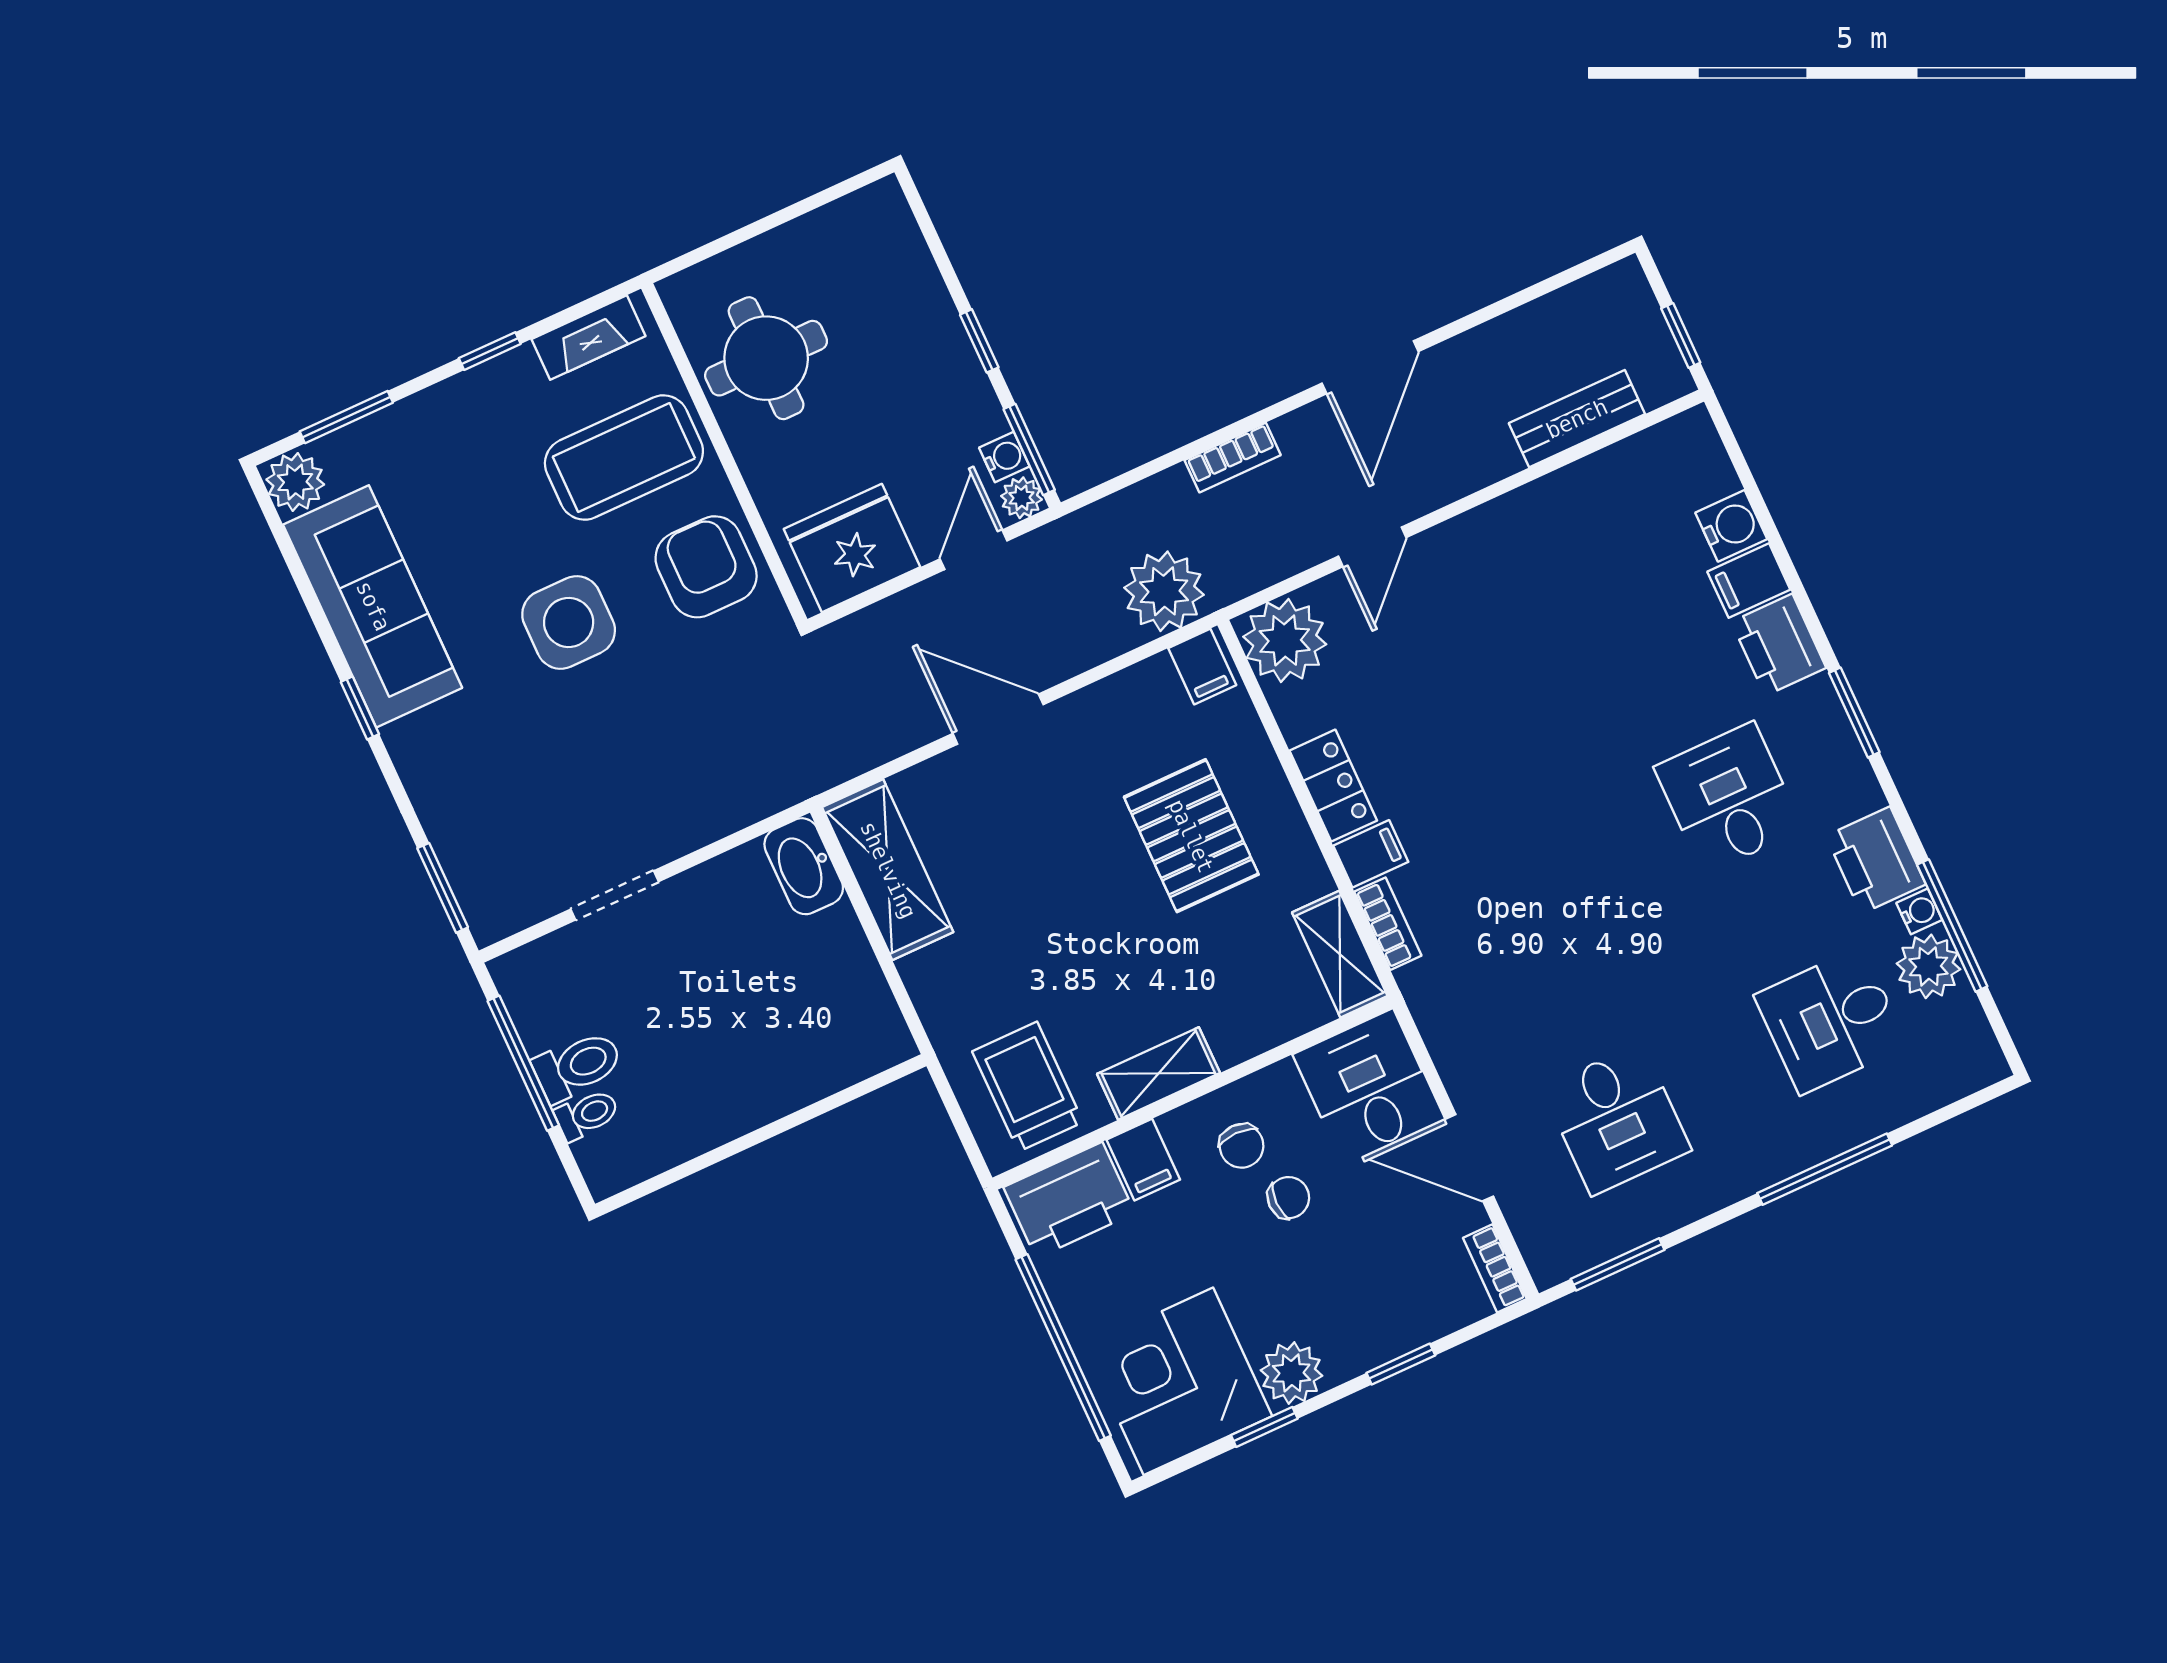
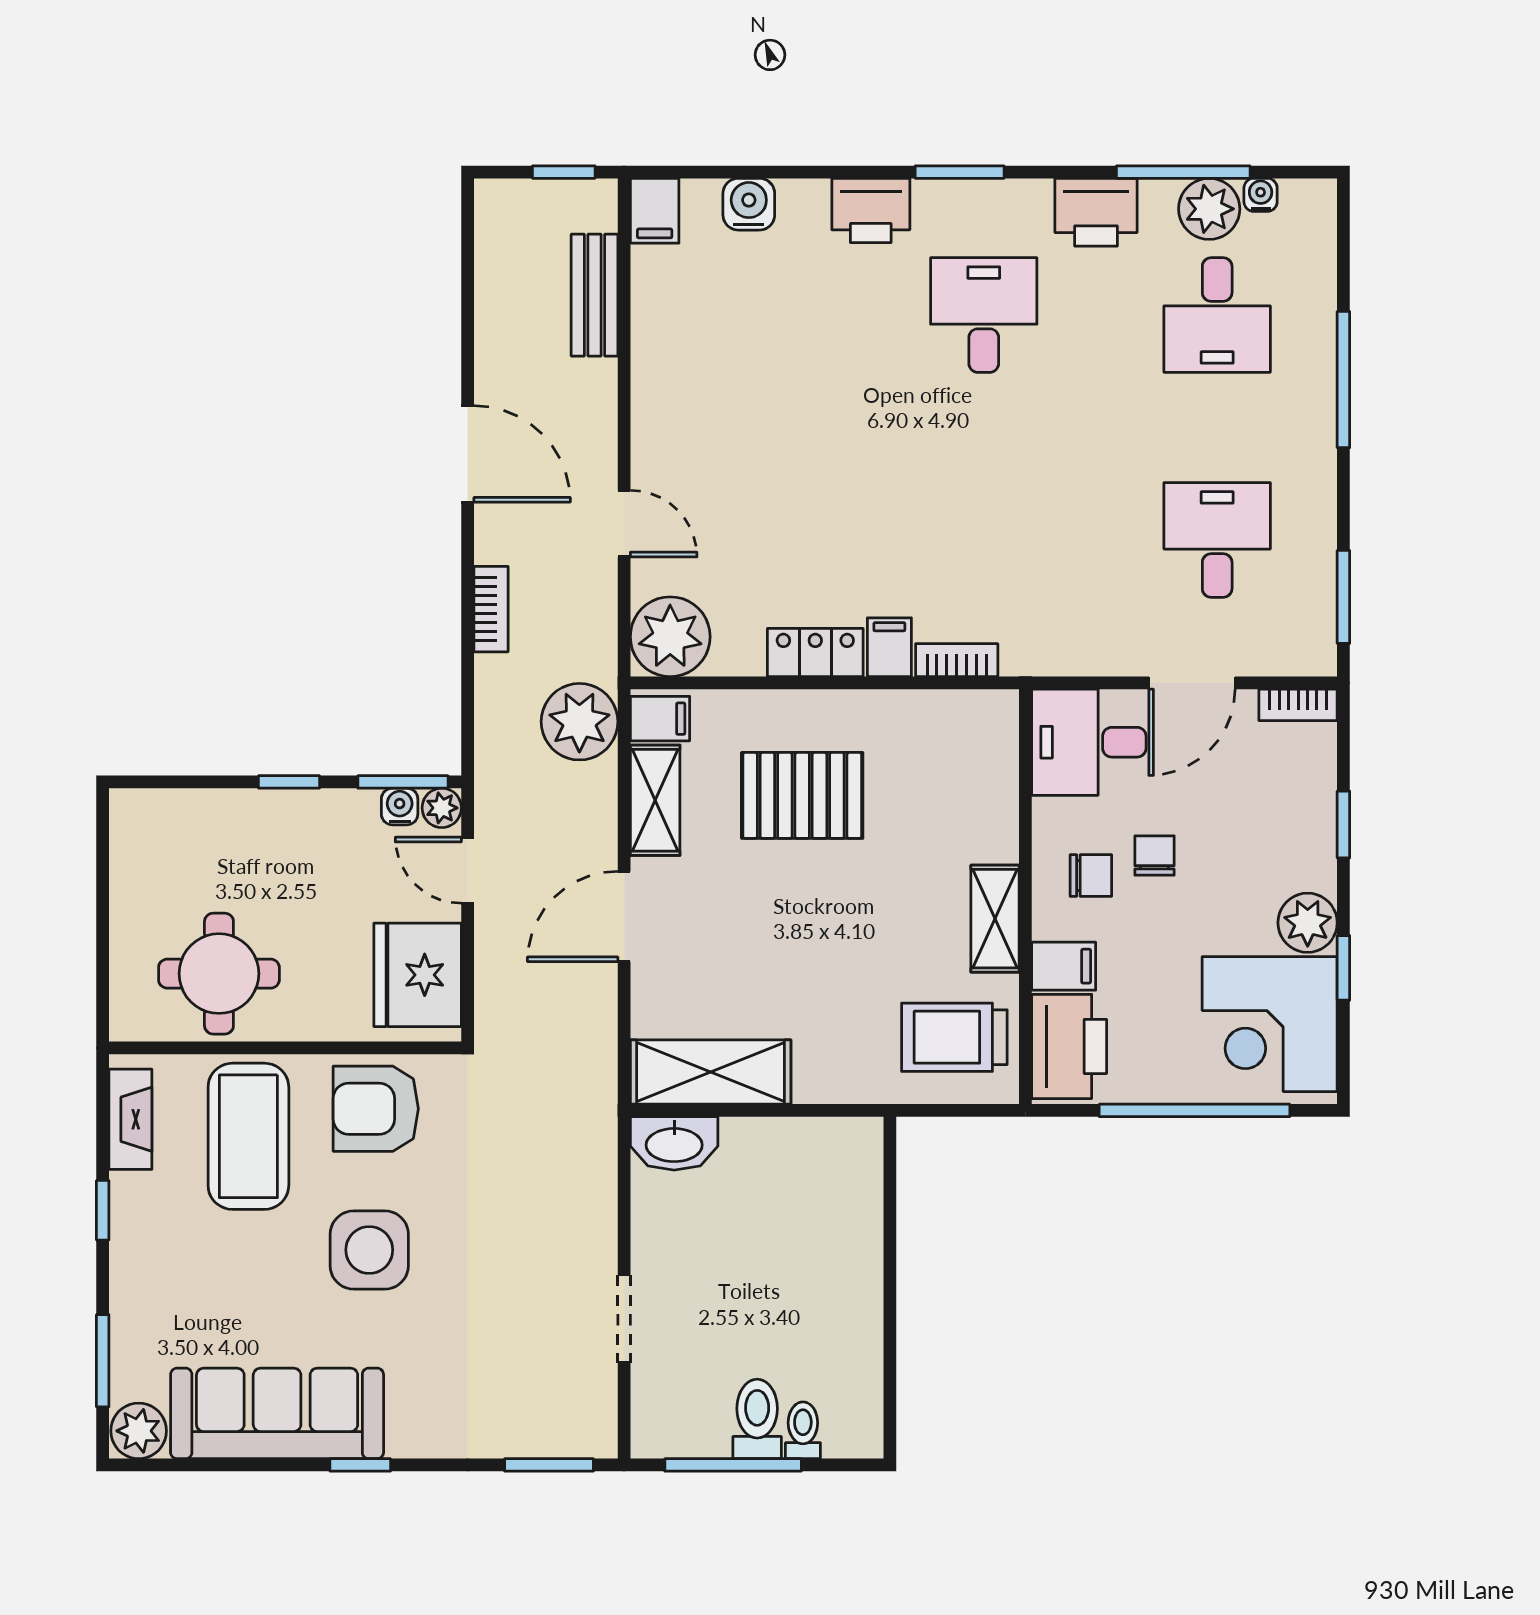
filing cabinet: (1749, 581) -> (655, 211), moved
desk: (1729, 798) -> (984, 315), turned 90
water cooler: (1919, 911) -> (1261, 195), moved
shelving: (1340, 954) -> (655, 800), moved, turned 90
desk: (1617, 1119) -> (1217, 540), turned -90

